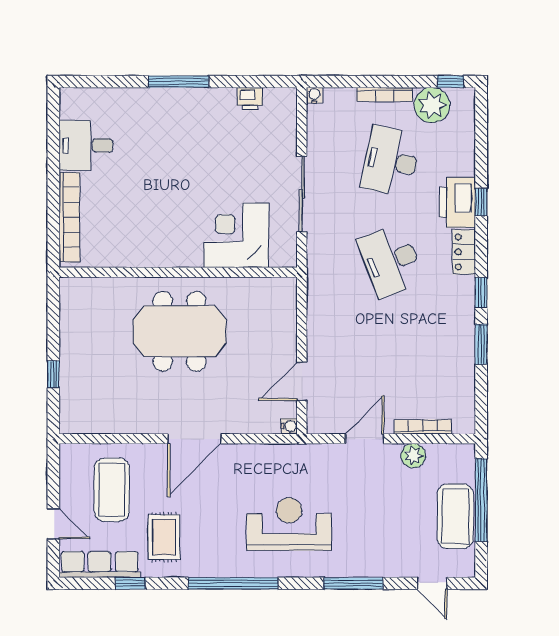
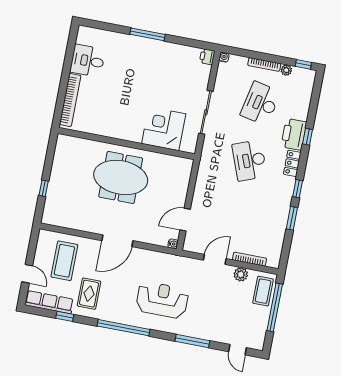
printer: (250, 99) -> (207, 57), moved, turned 90
plant: (432, 105) -> (286, 70), width x0.53, depth x0.53
coffee table: (455, 516) -> (263, 291), moved, width x0.73, depth x0.76

